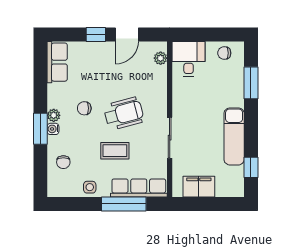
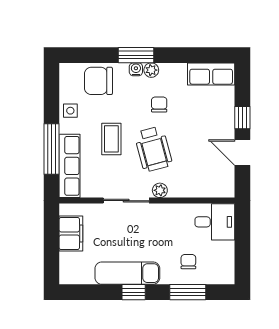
chair: (224, 53) -> (188, 262), moved
plant: (161, 58) -> (160, 190), moved
chair: (63, 162) -> (98, 81), width x1.87, depth x1.87
window: (251, 167) -> (134, 292), moved

